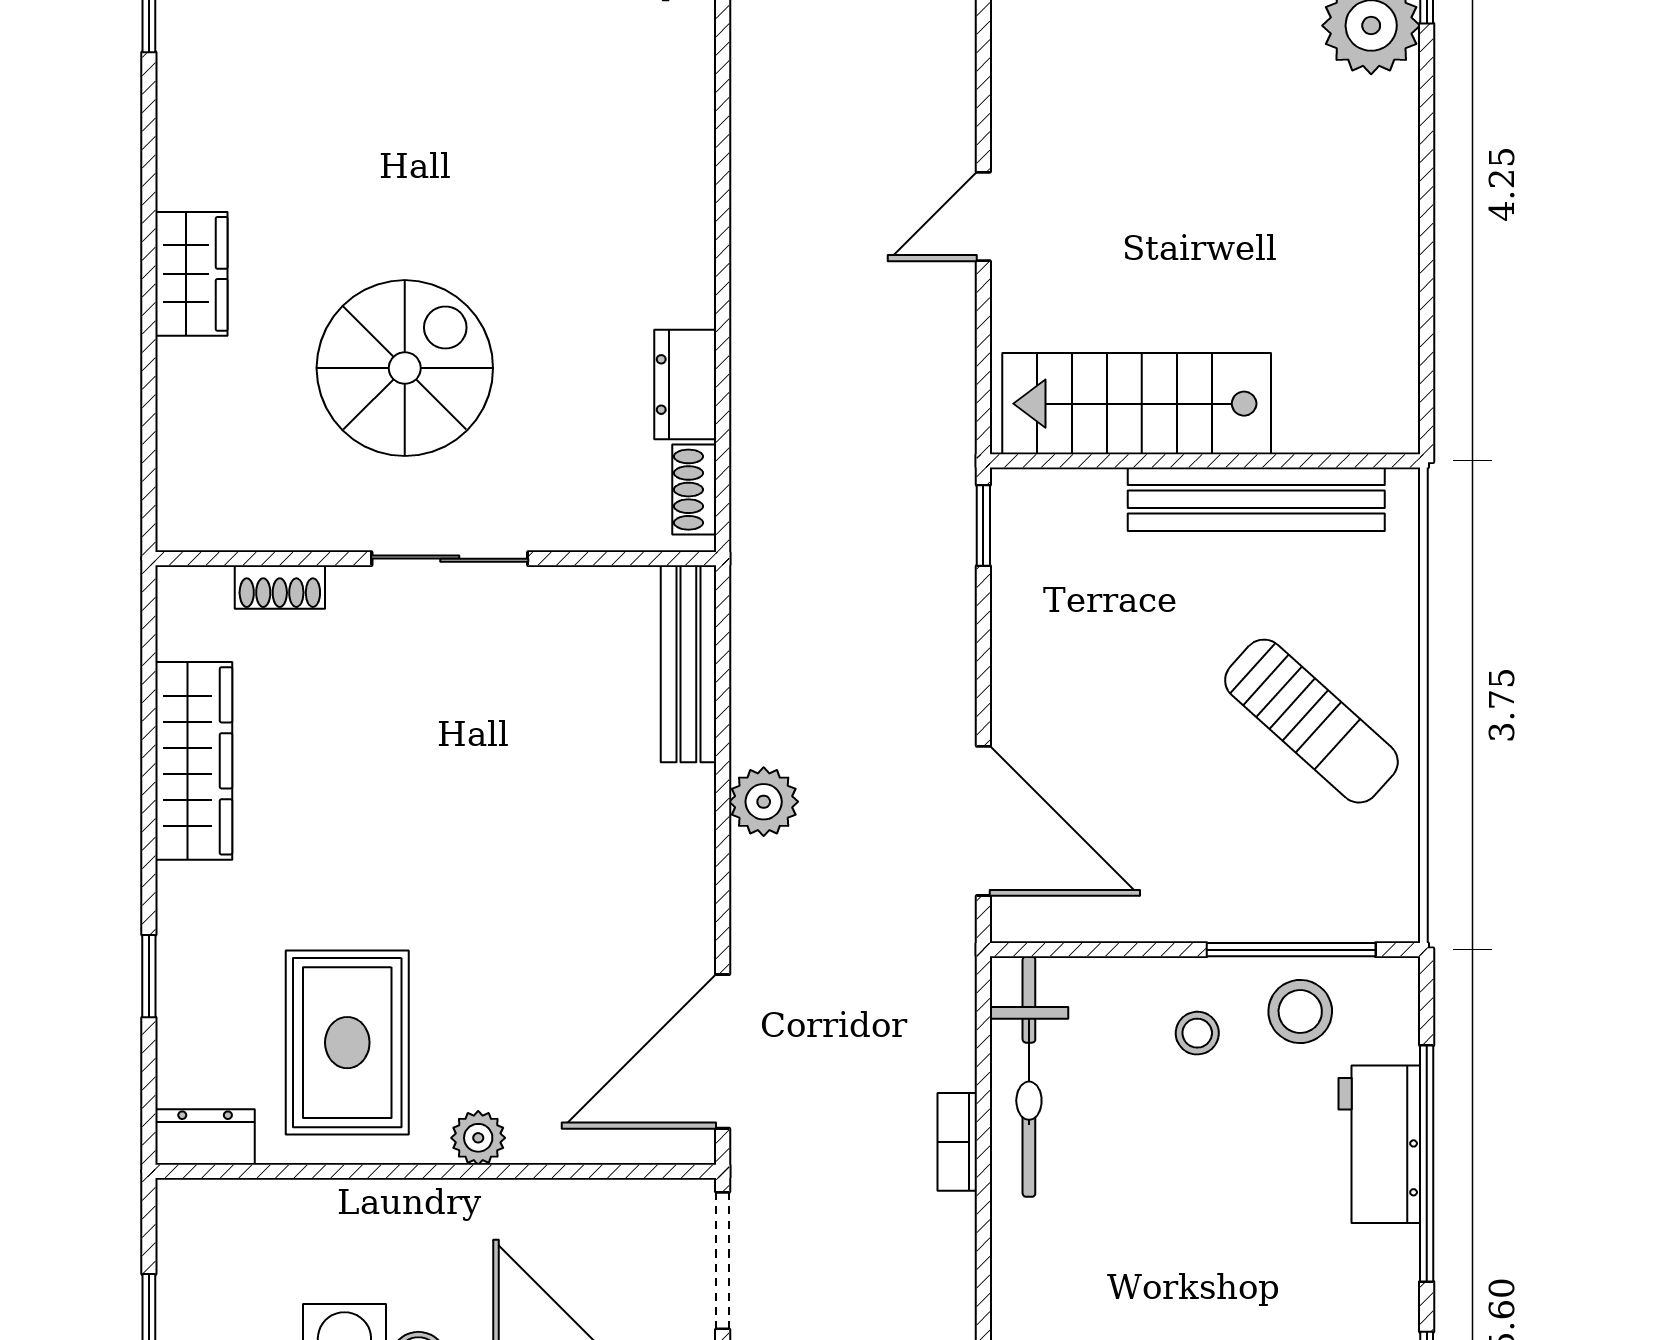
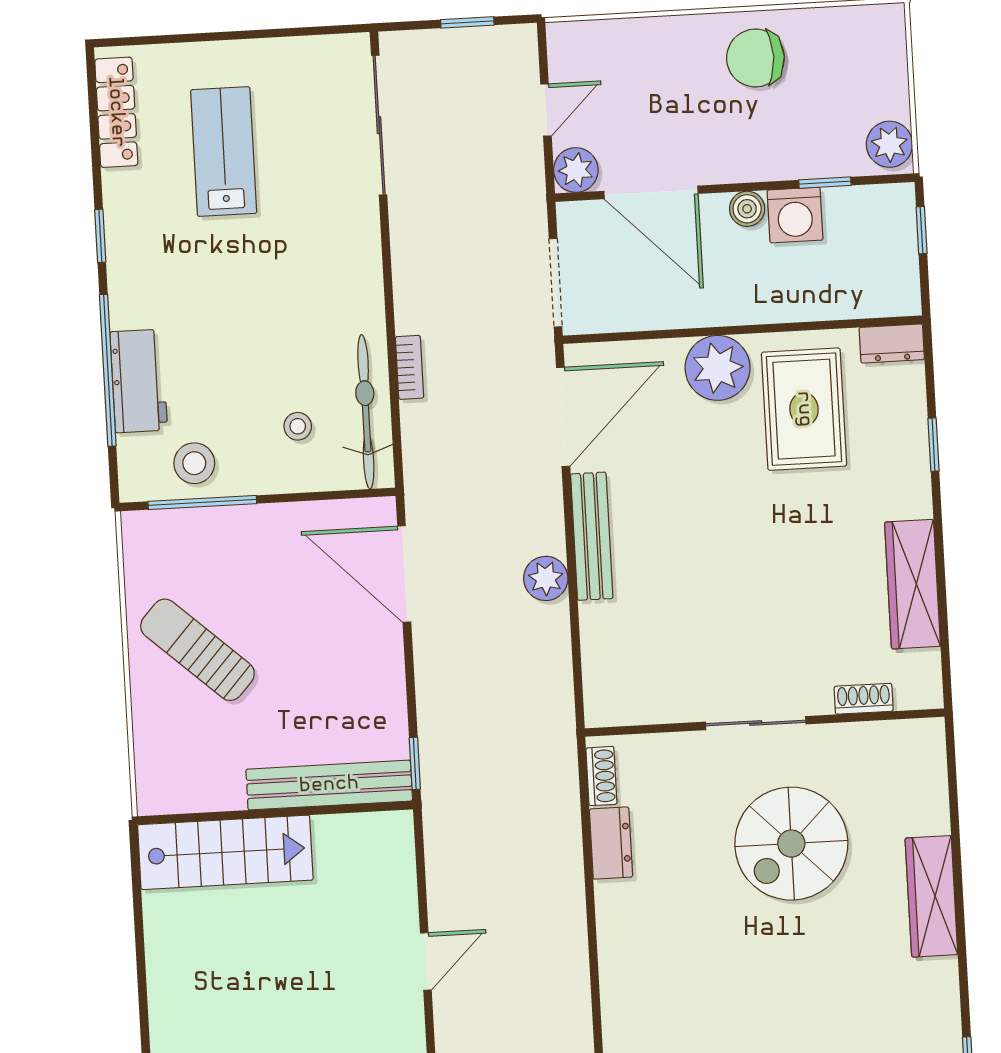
wardrobe: (191, 274) -> (931, 896), width x1.50
stairs: (1137, 404) -> (225, 852), moved
bench: (1256, 499) -> (329, 785), moved
bench: (688, 664) -> (592, 536), moved
stool: (1197, 1033) -> (298, 426), moved
plant: (478, 1138) -> (718, 368), width x1.88, depth x1.88

